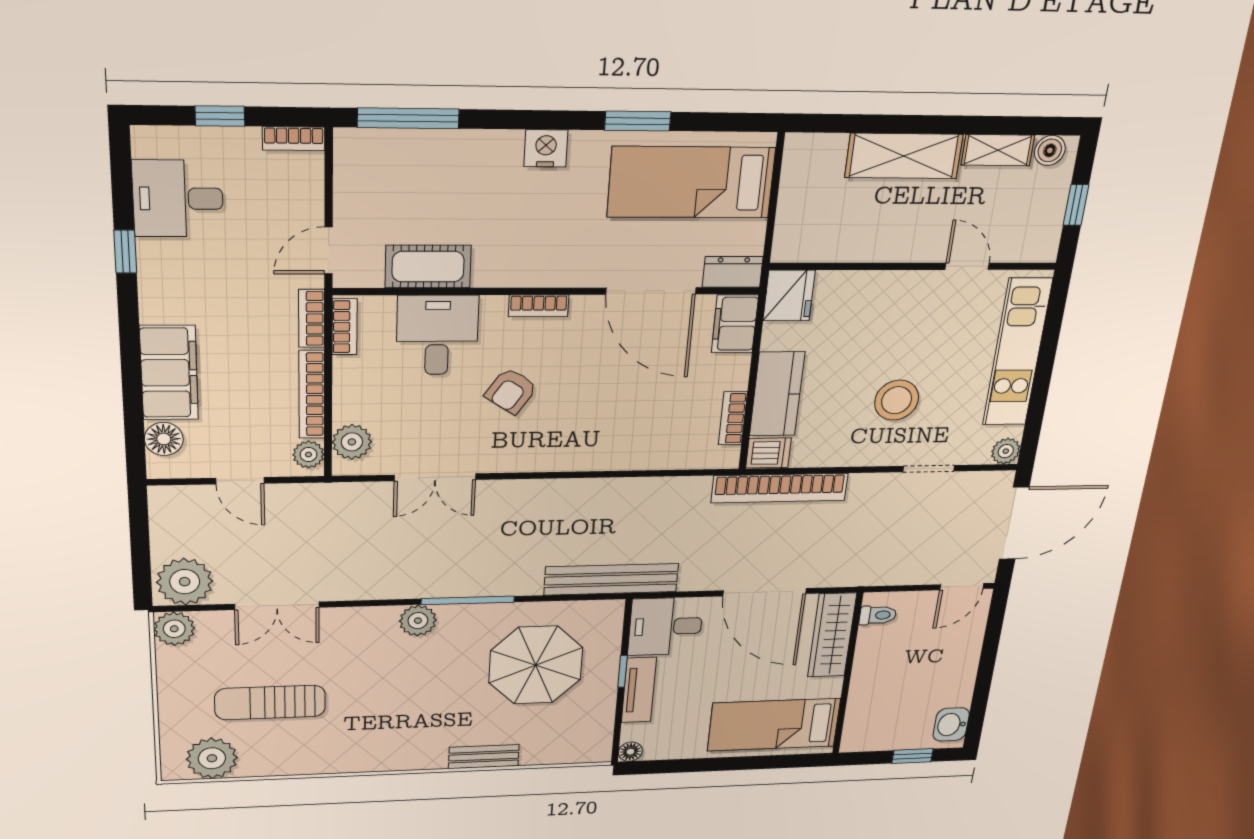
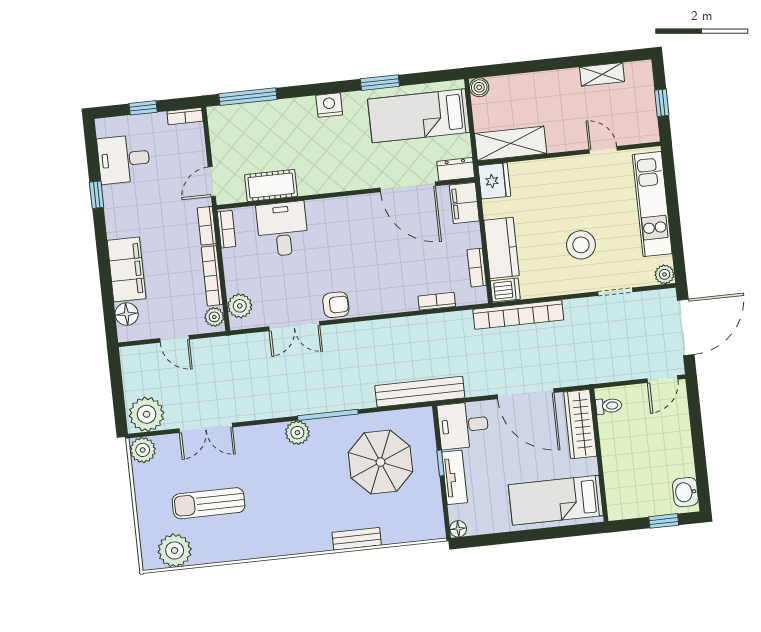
boiler: (1050, 150) -> (479, 87), moved
shelving: (904, 156) -> (511, 143), moved
bookcase: (539, 306) -> (437, 301), moved, turned 180
armchair: (511, 391) -> (336, 305), moved, turned -124

